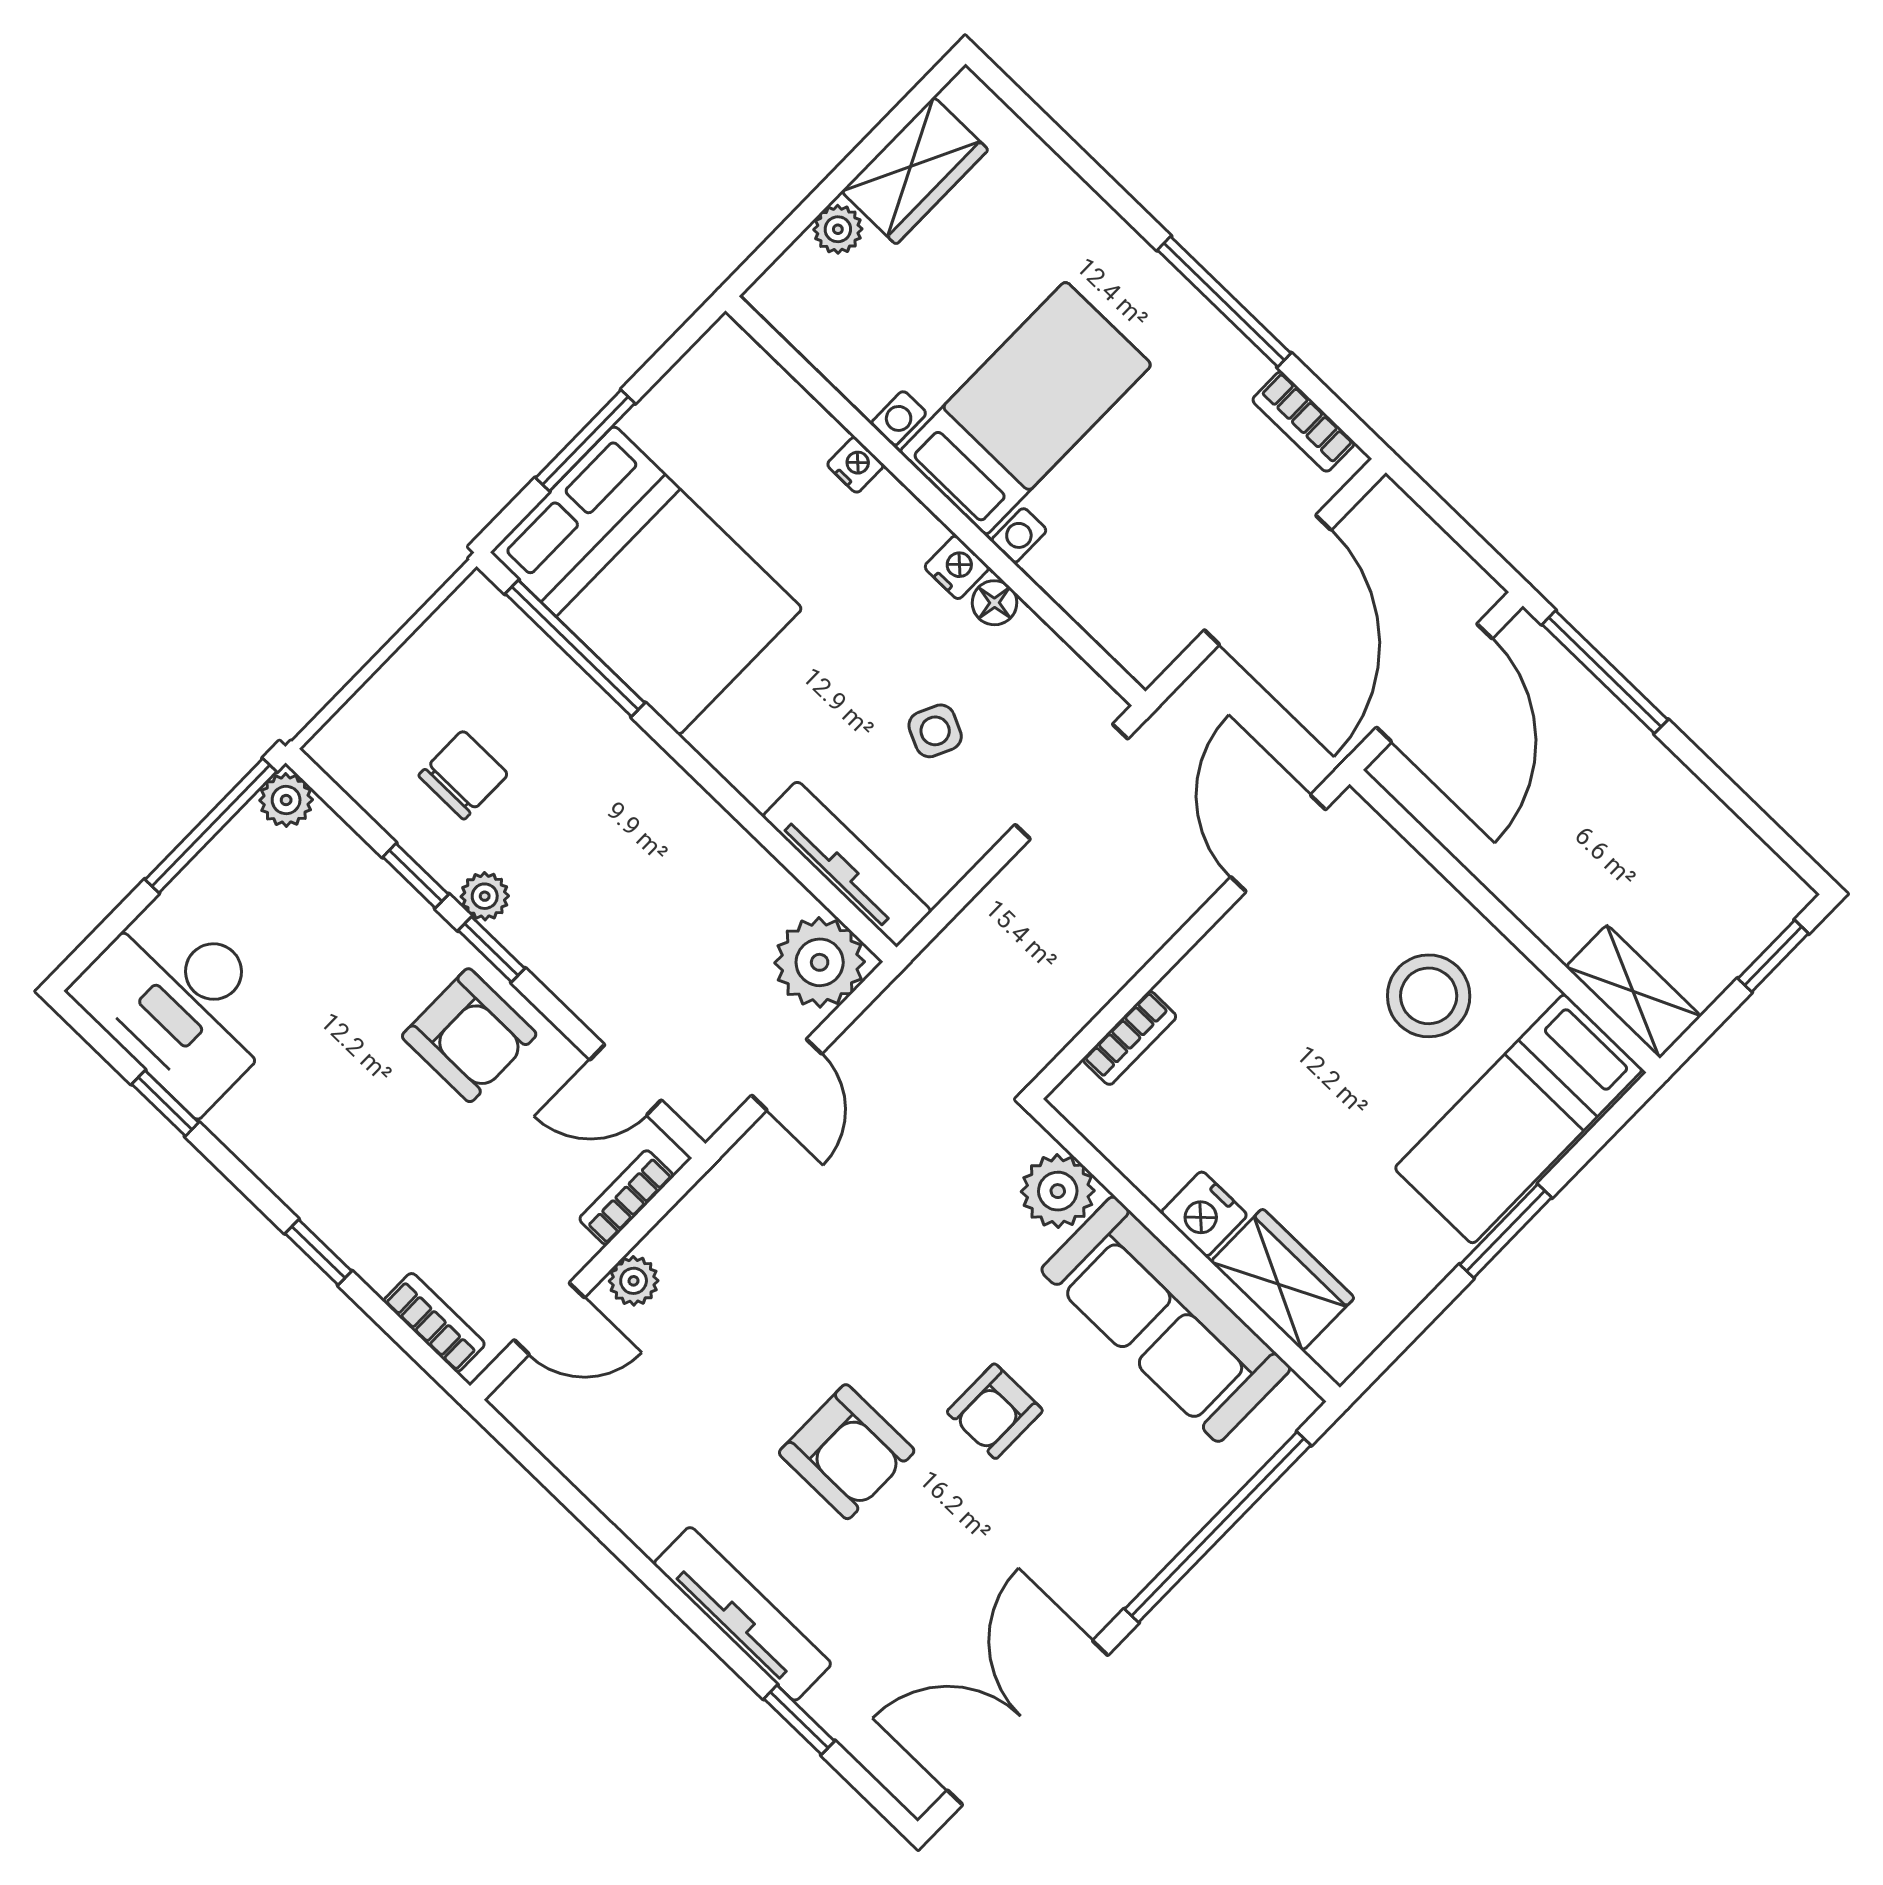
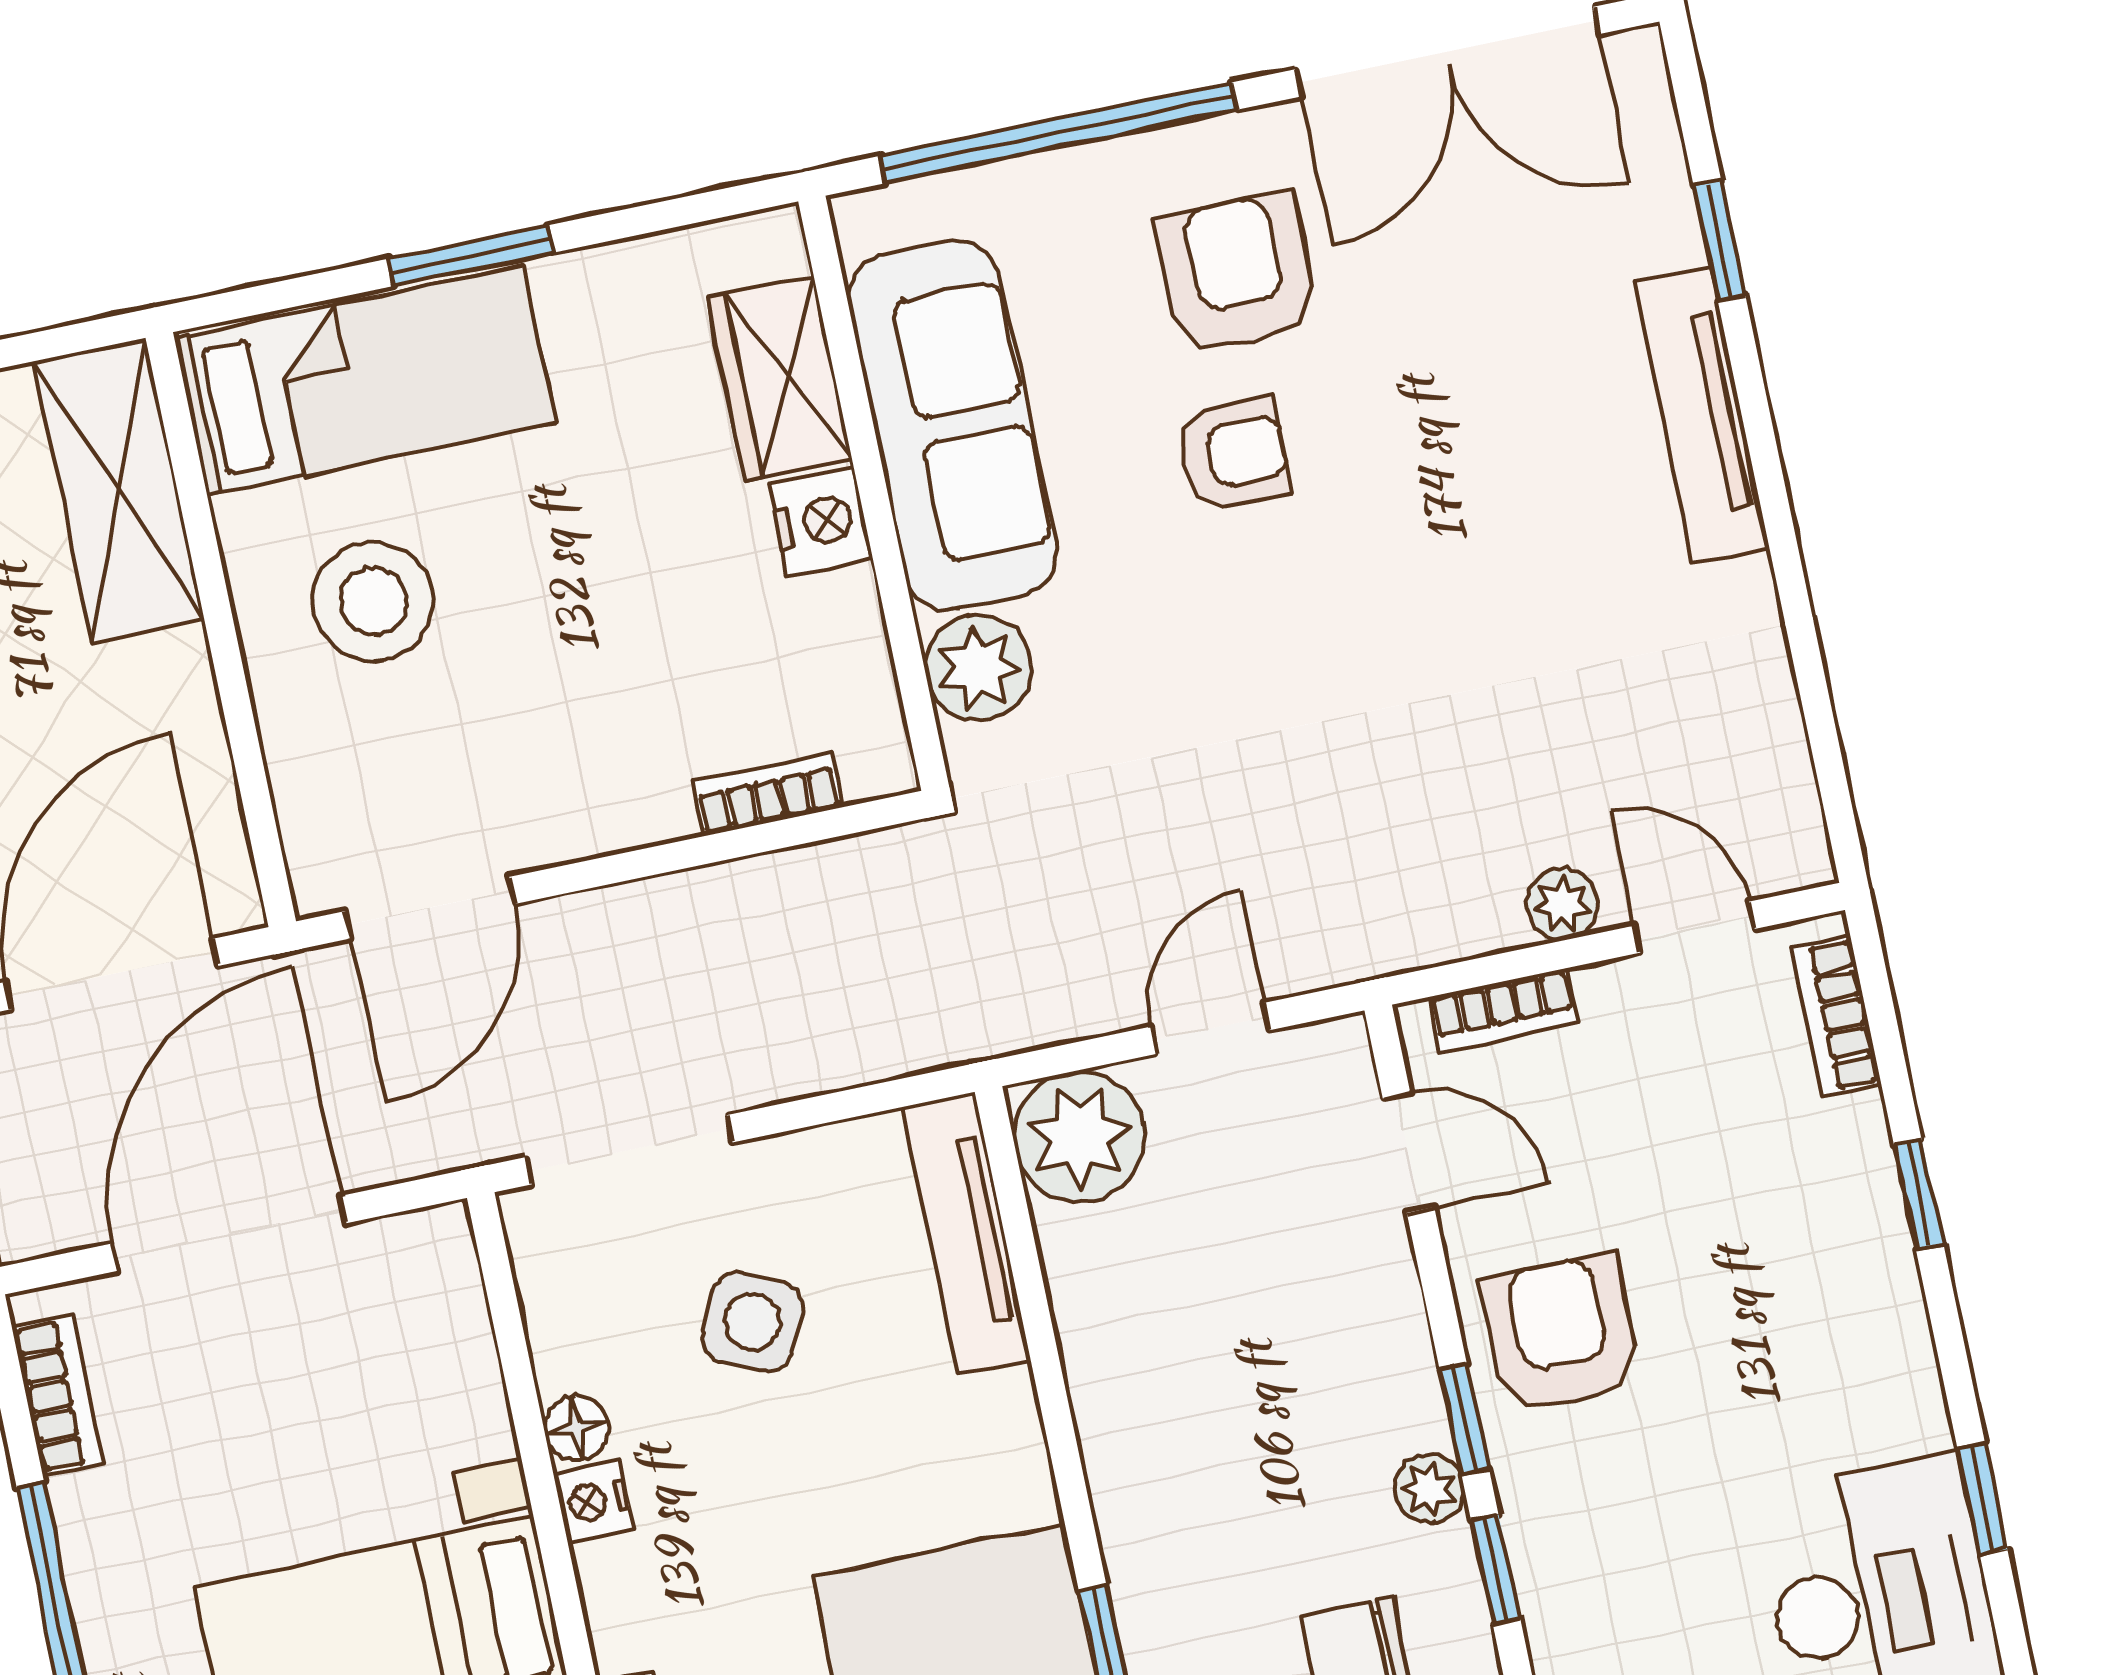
side table: (935, 731) -> (752, 1322), width x1.37, depth x1.37
shelving: (1633, 992) -> (119, 490), width x1.50, depth x1.33
armchair: (847, 1452) -> (1237, 273), moved

